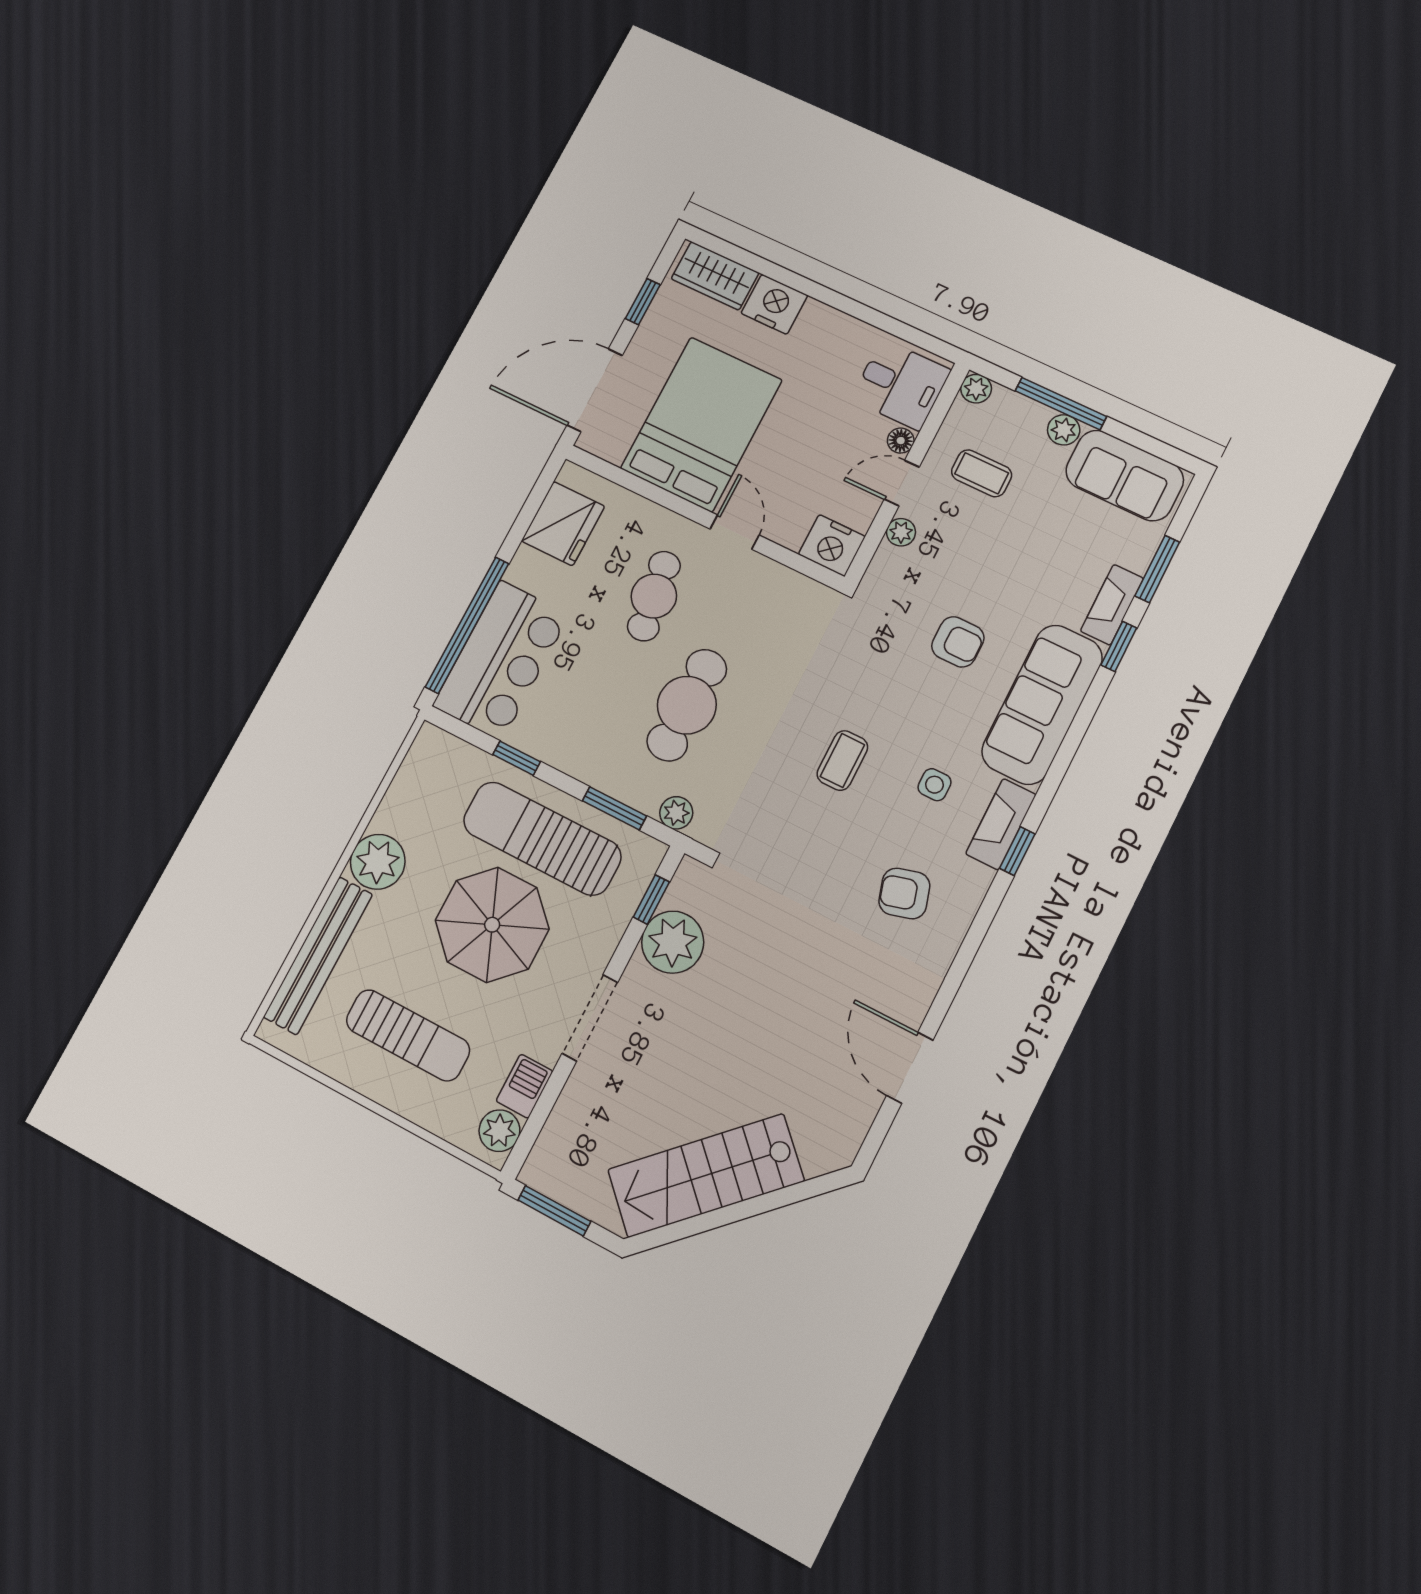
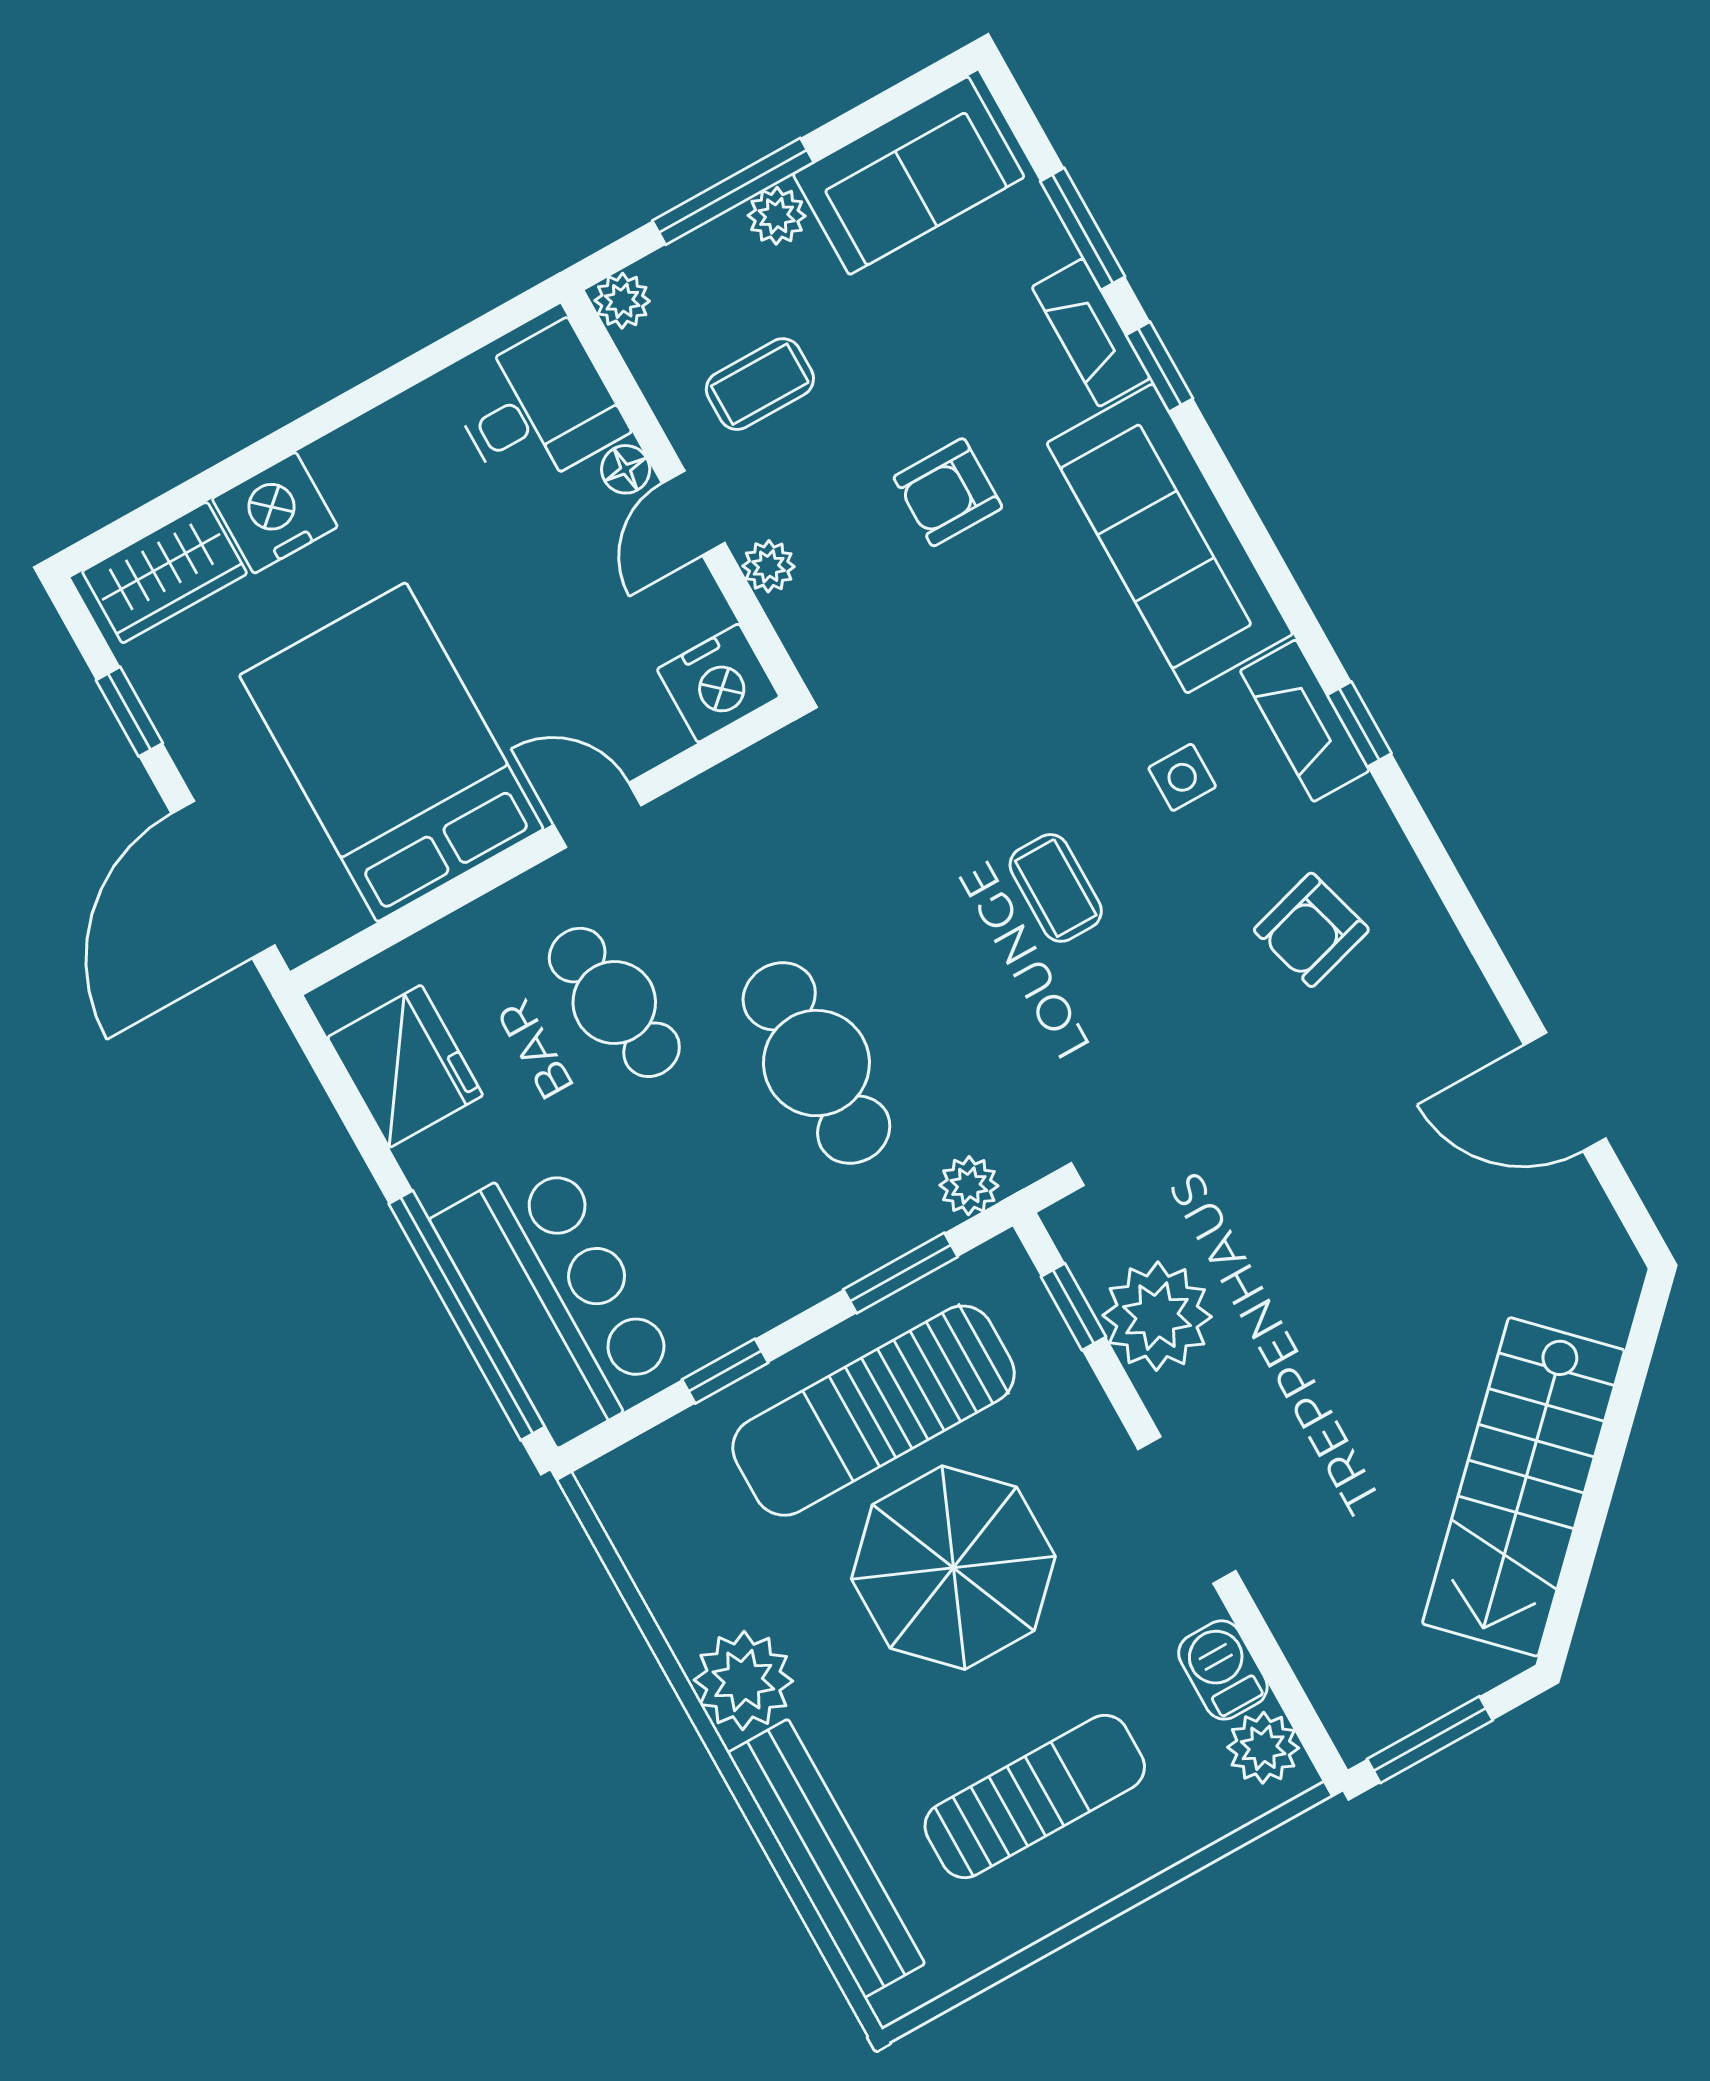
armchair: (958, 642) -> (948, 492), moved, turned 180

